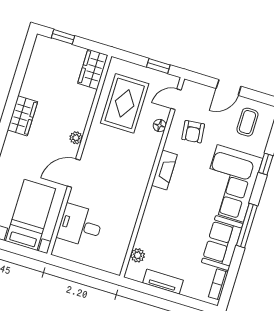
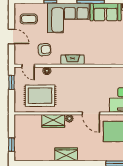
wardrobe: (93, 69) -> (53, 121), moved

